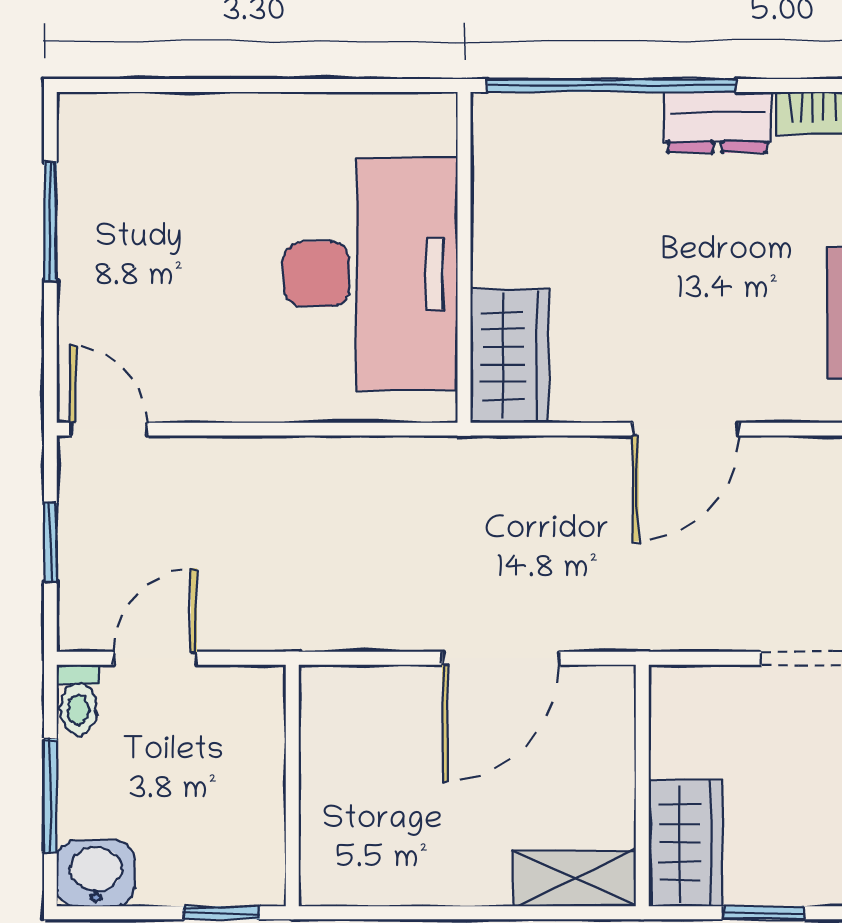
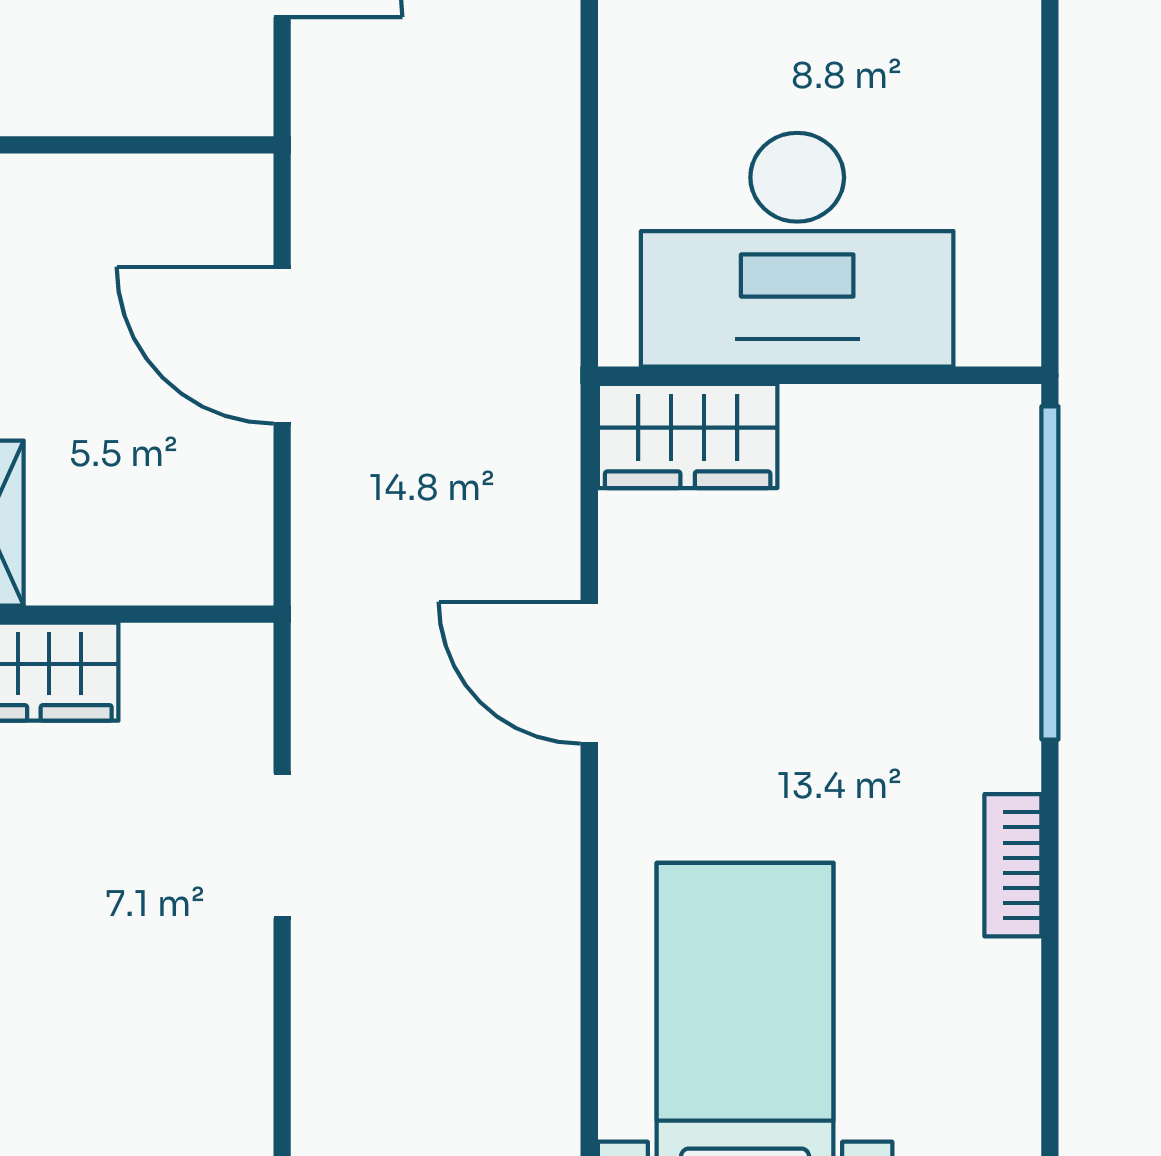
dresser: (717, 122) -> (1001, 715), removed
door: (501, 658) -> (282, 345), moved

